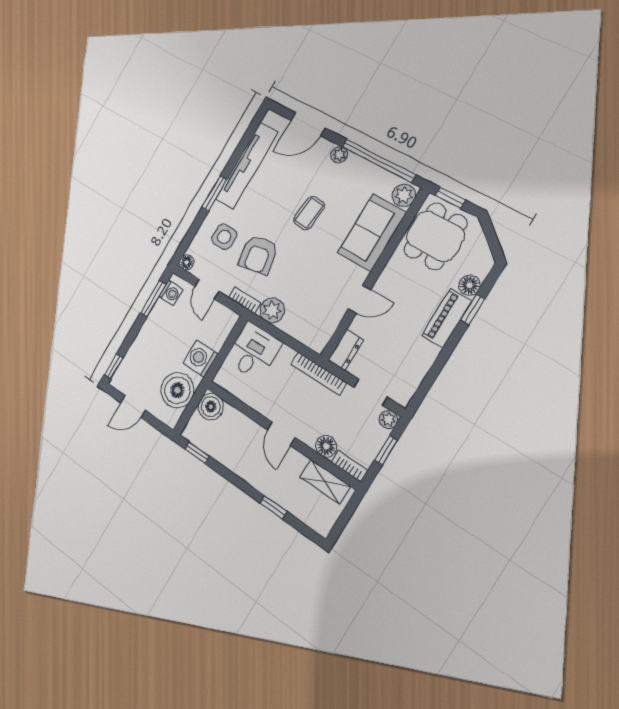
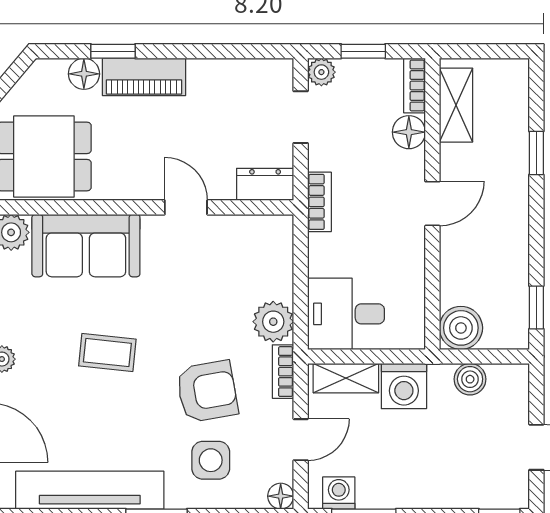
shelving: (222, 331) -> (346, 378), added
bookcase: (319, 374) -> (319, 202), width x0.64
boiler: (177, 390) -> (470, 379), width x0.54, depth x0.54

